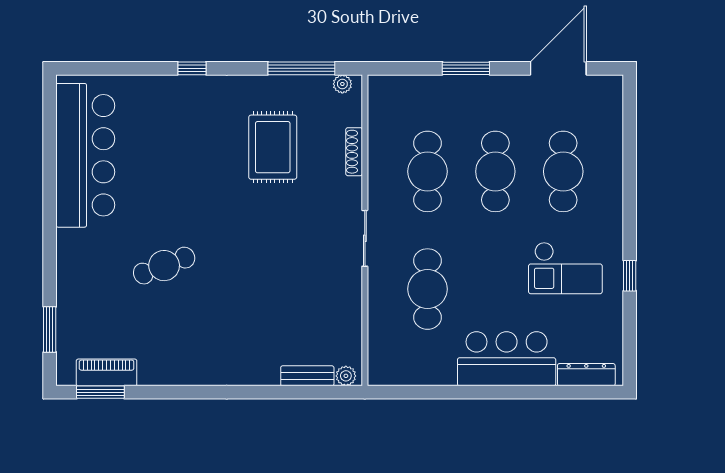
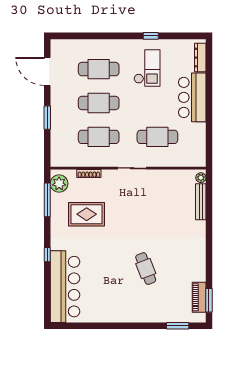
plant: (342, 84) -> (59, 184), width x1.88, depth x1.88
bar counter: (85, 155) -> (65, 287), moved, turned 90
bench: (307, 376) -> (201, 202), width x1.36

